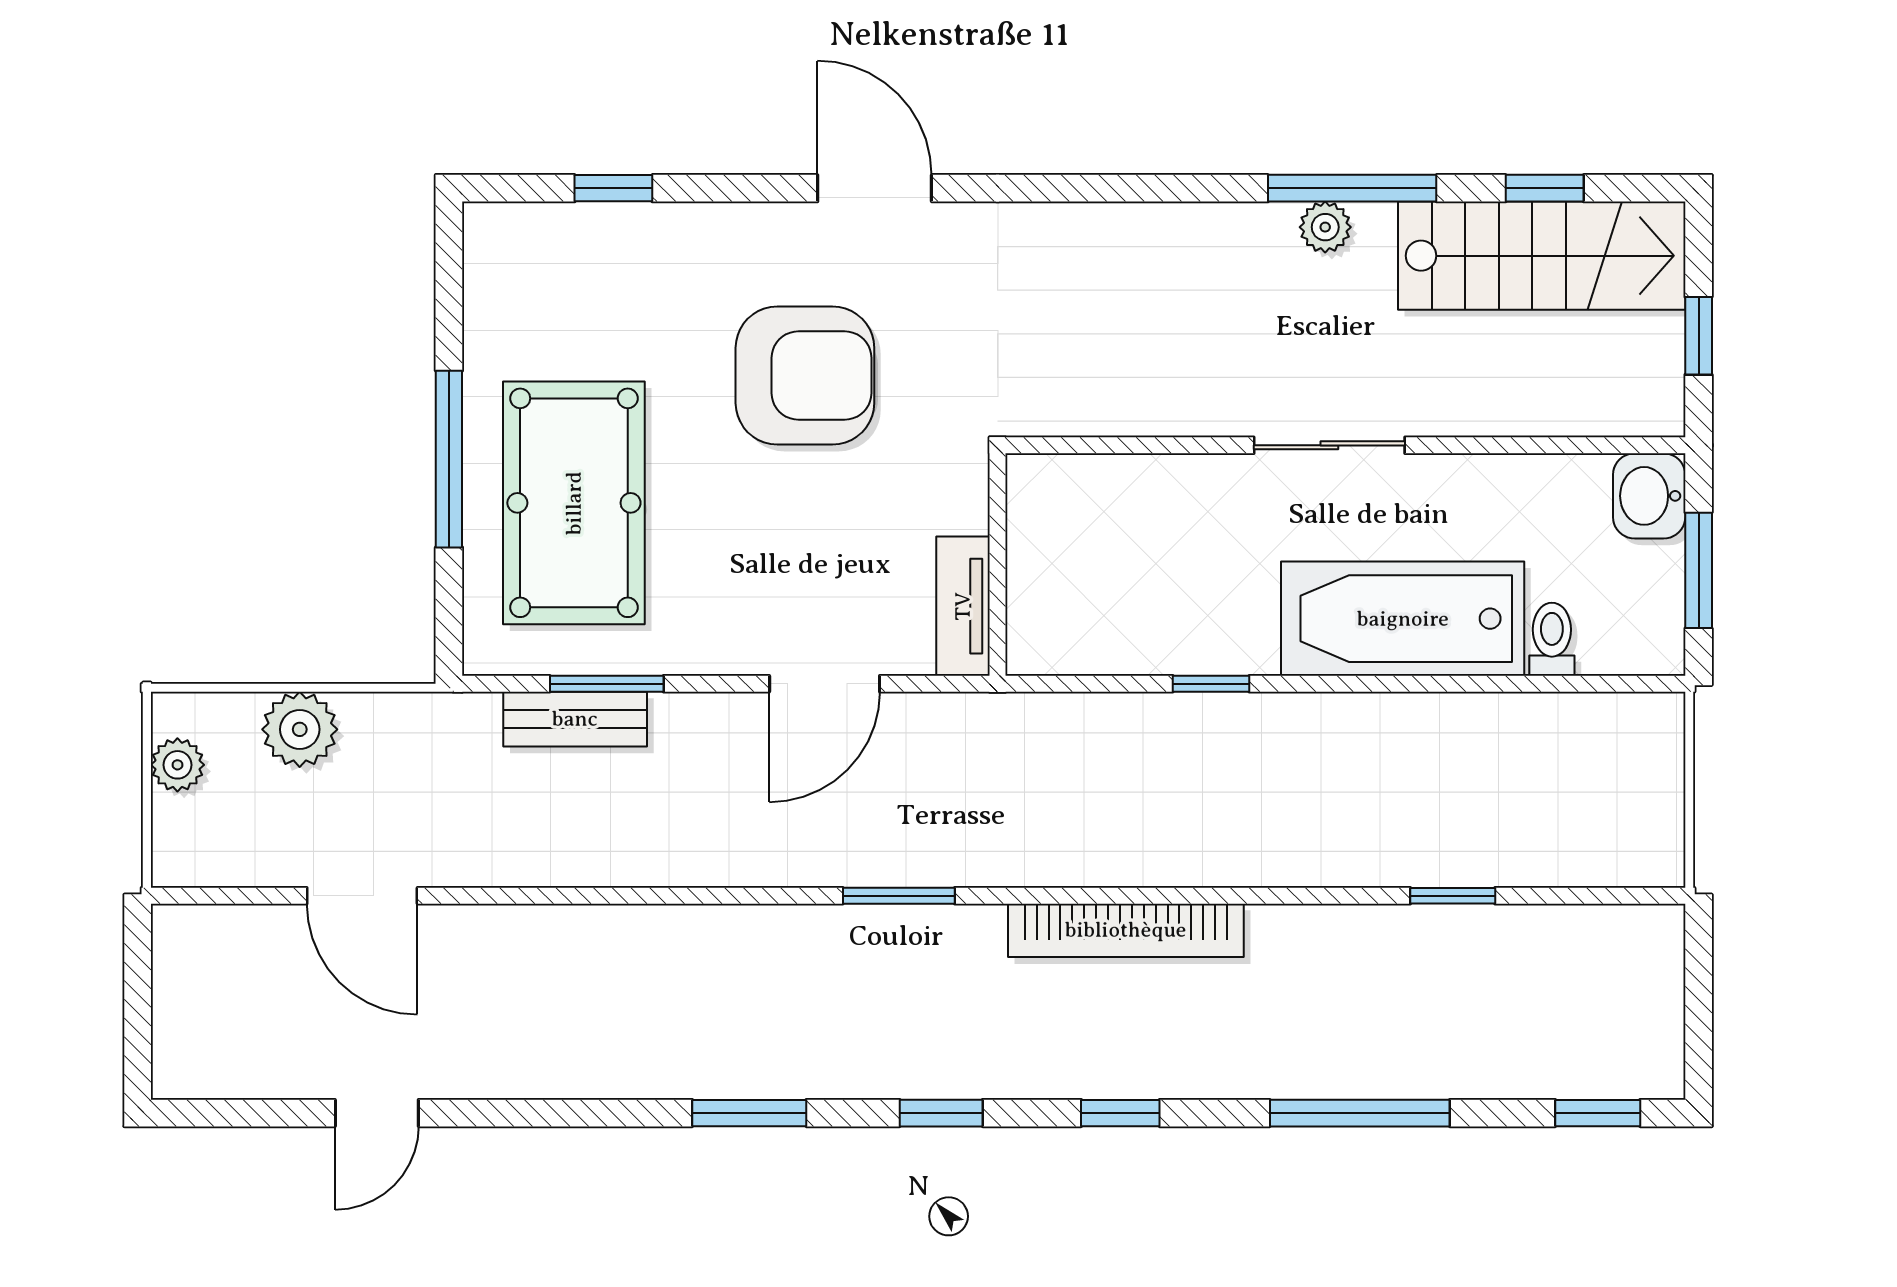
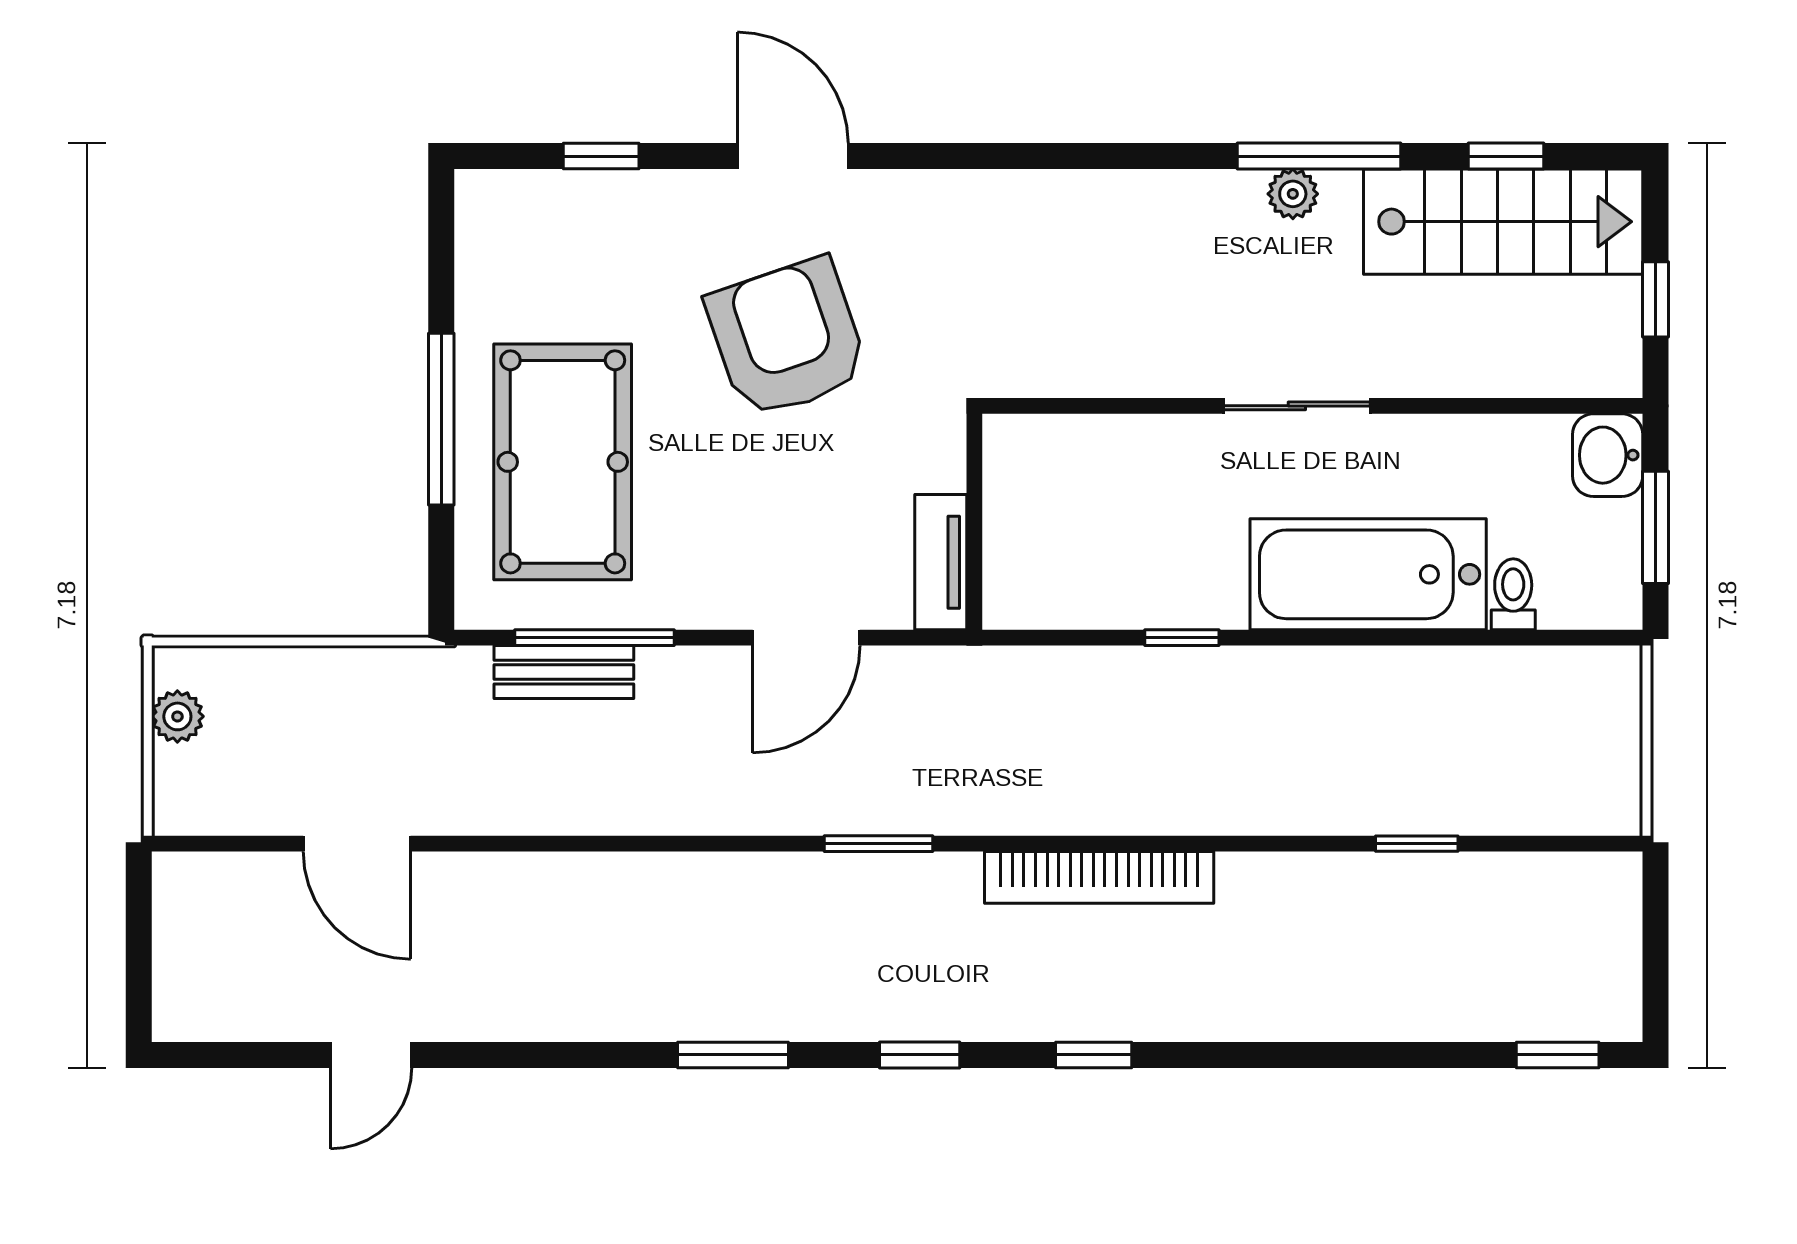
door: (875, 188) -> (793, 156), moved
armchair: (805, 375) -> (787, 338), turned -109
window: (607, 684) -> (595, 638), width x1.44
plant: (300, 729) -> (296, 682), removed
window: (1360, 1113) -> (1326, 1055), removed

